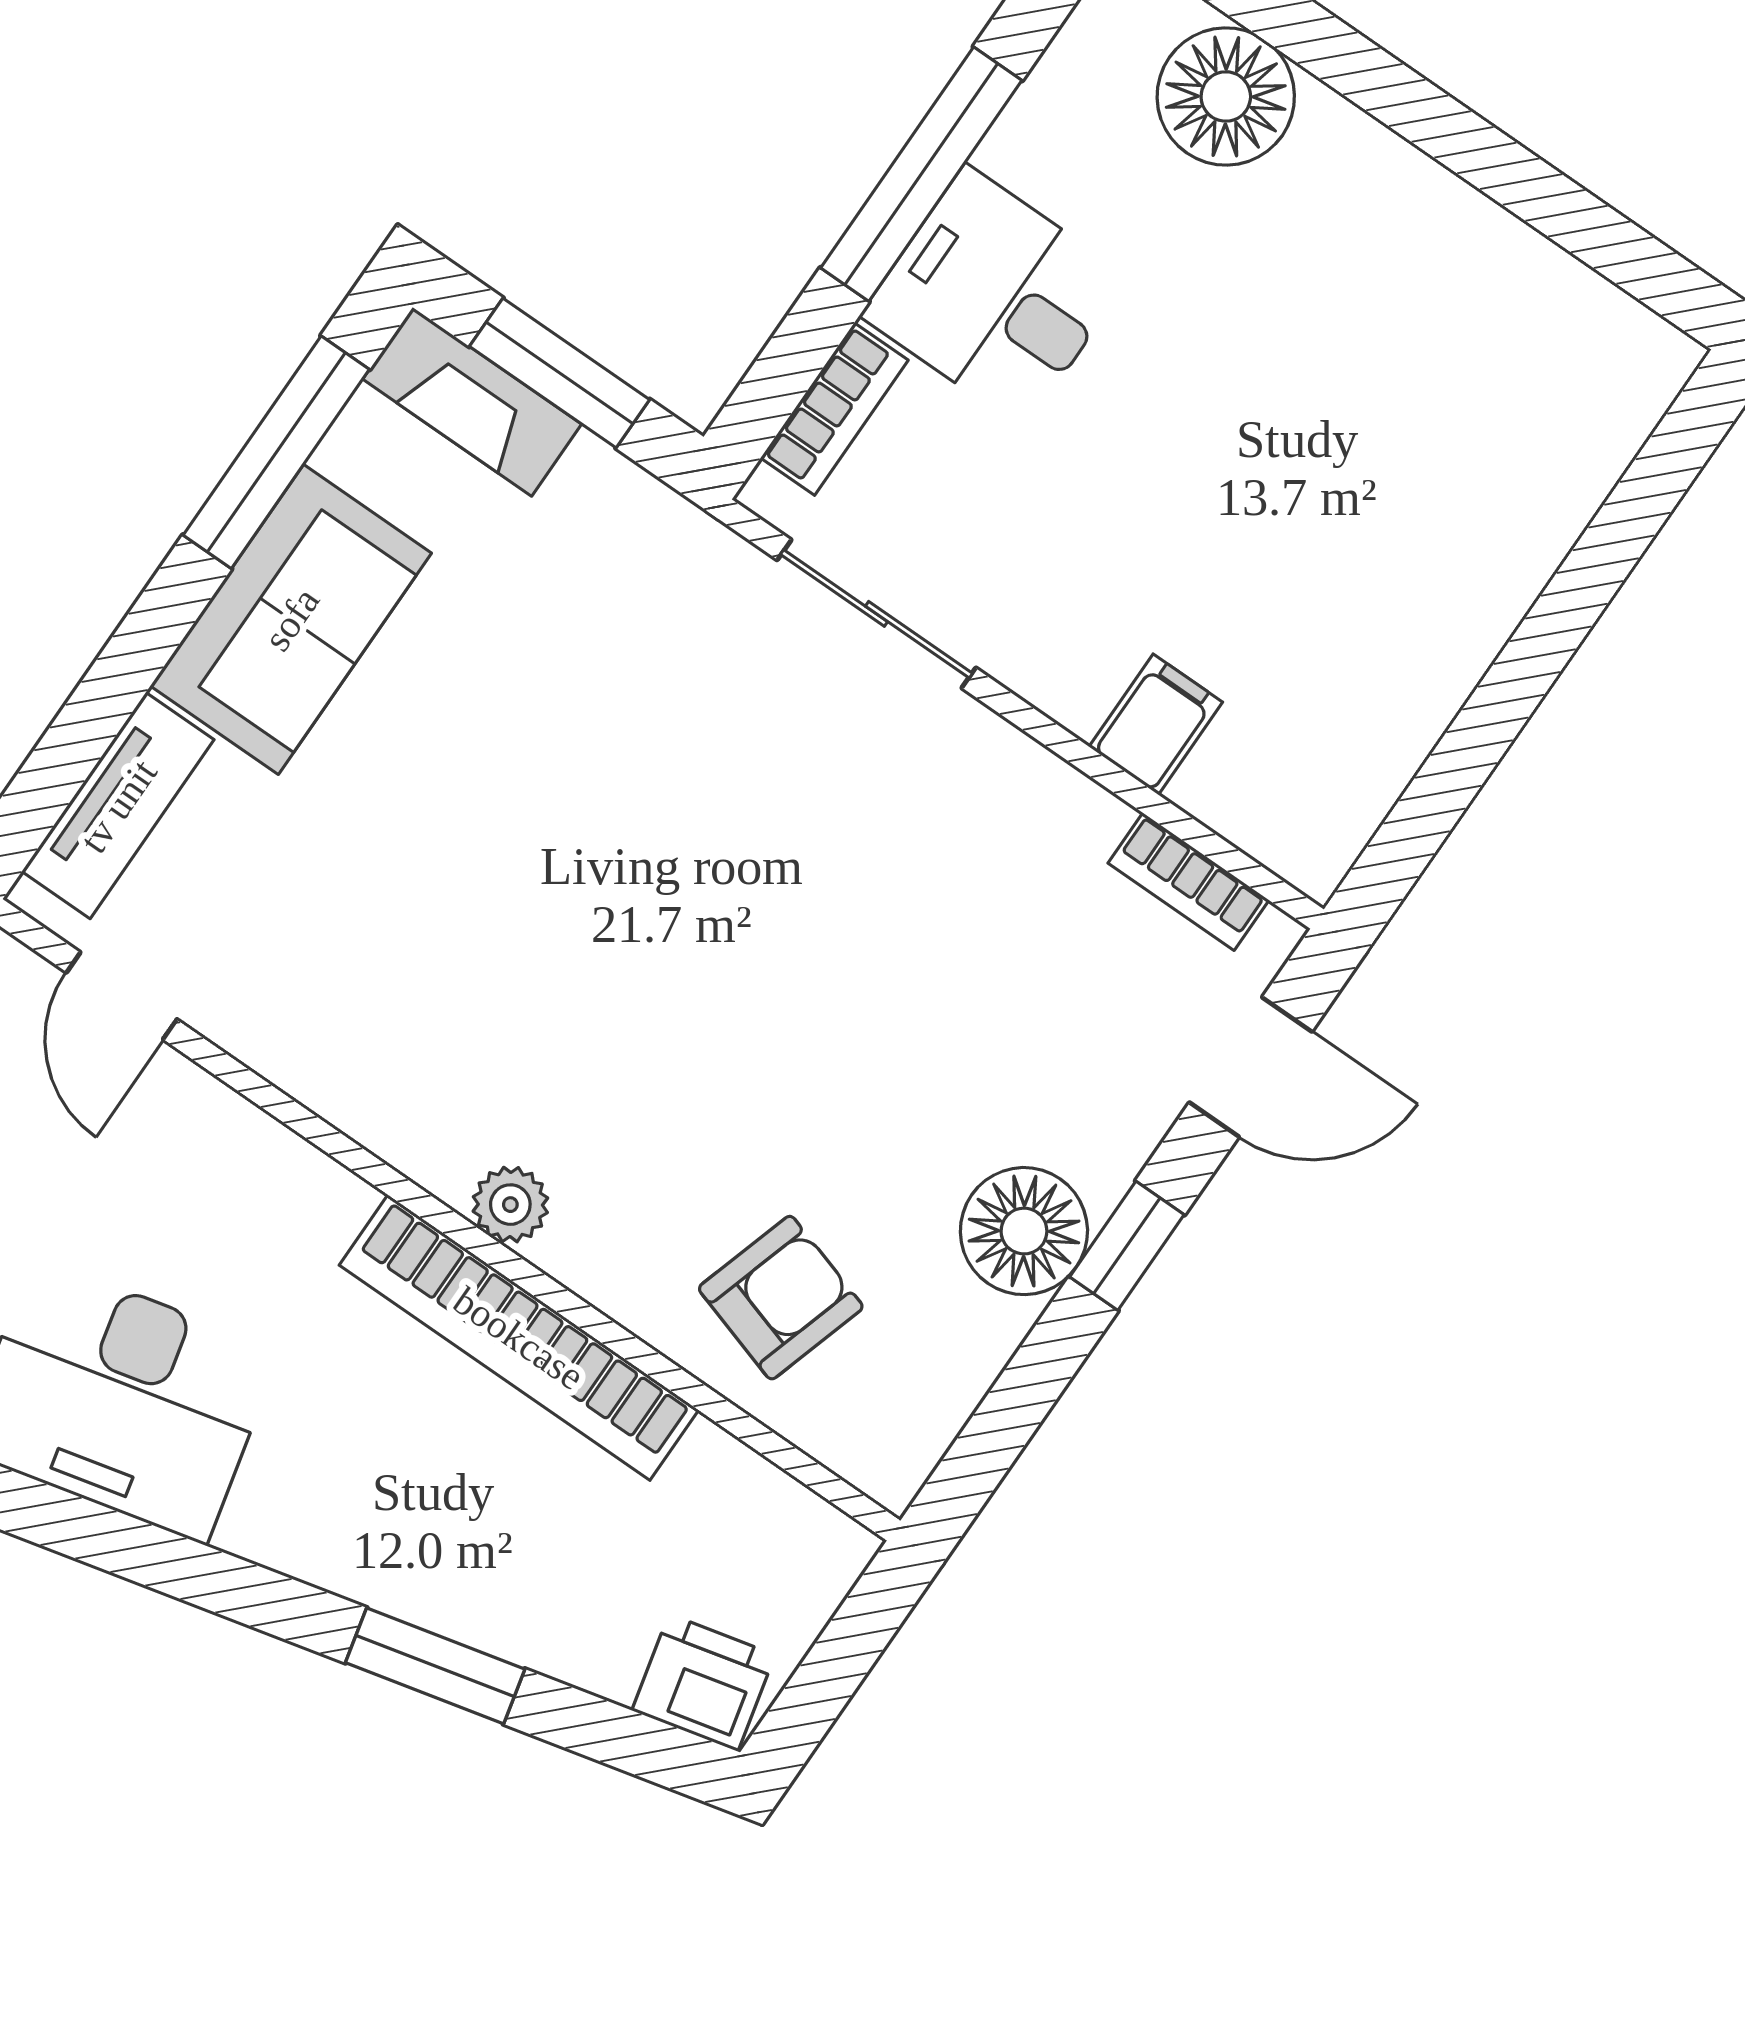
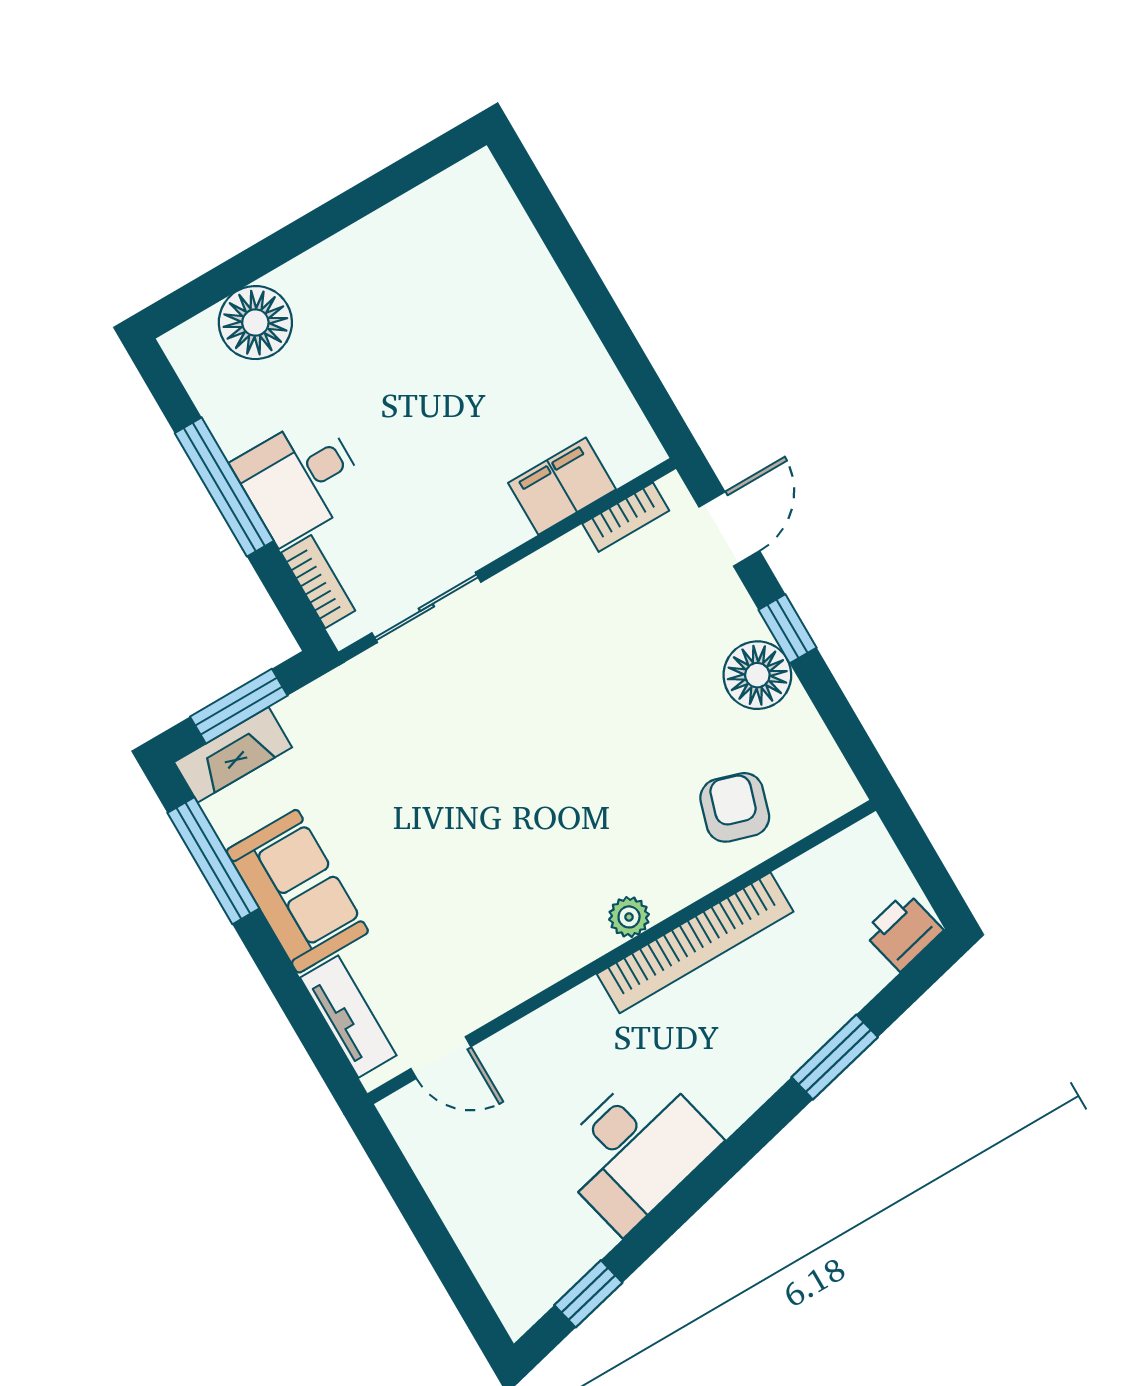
filing cabinet: (1156, 724) -> (562, 486), width x2.00

